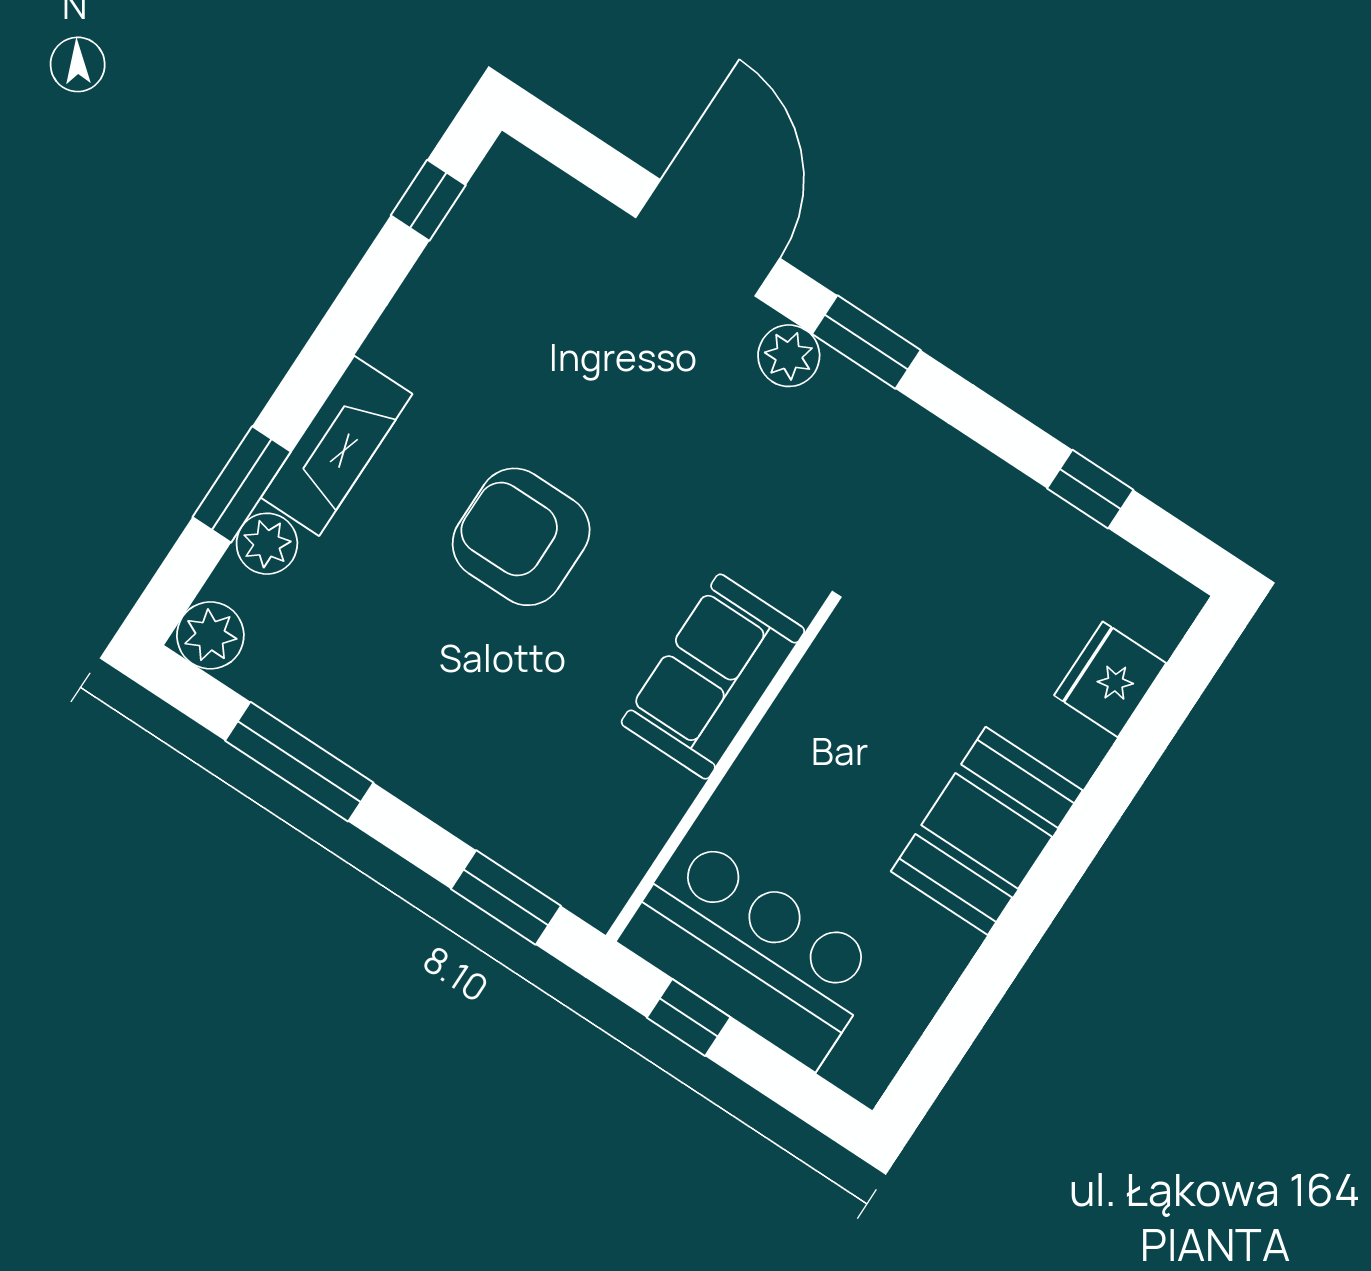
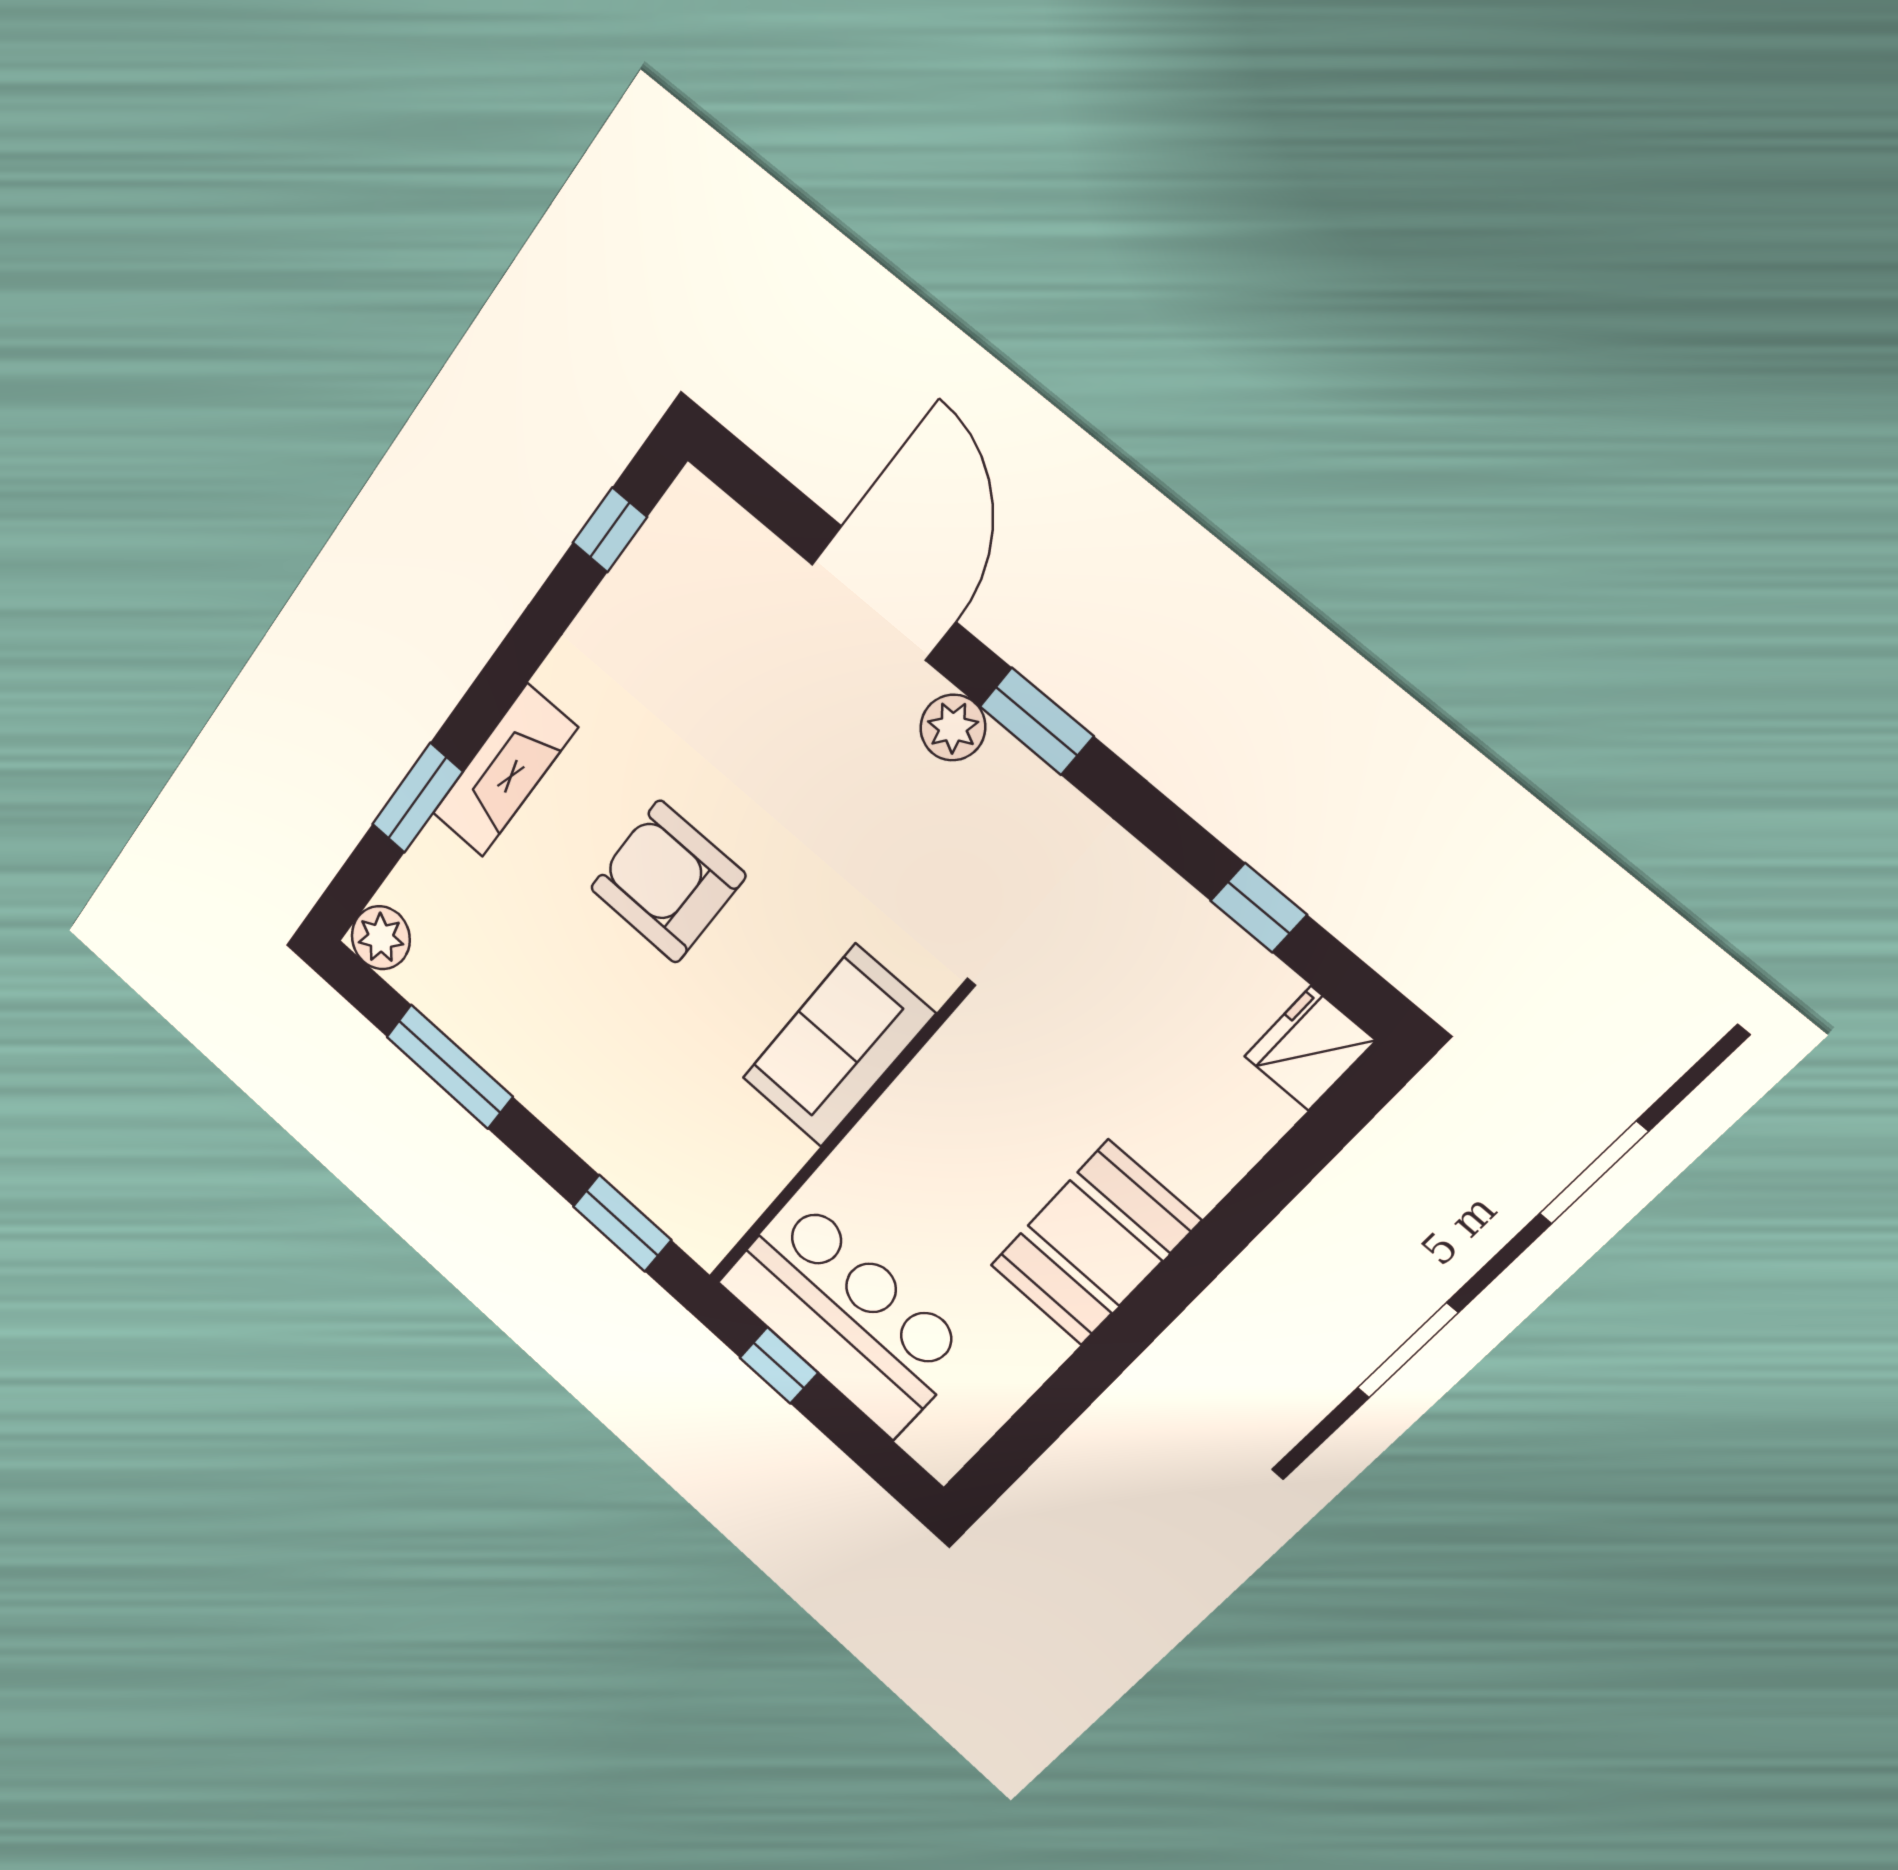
plant: (267, 544) -> (436, 858), removed
fridge: (1110, 679) -> (1310, 1048), moved

